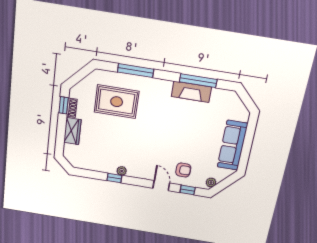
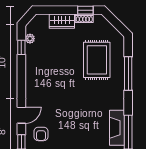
plant: (122, 171) -> (30, 39), moved
window: (114, 178) -> (21, 47), moved

